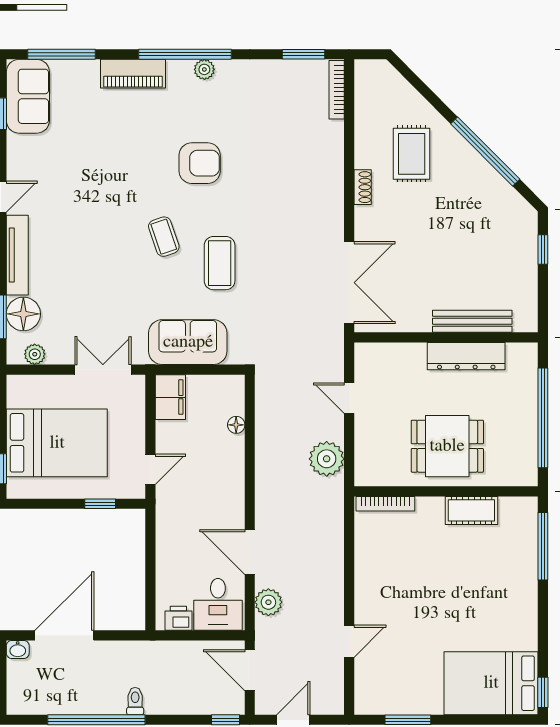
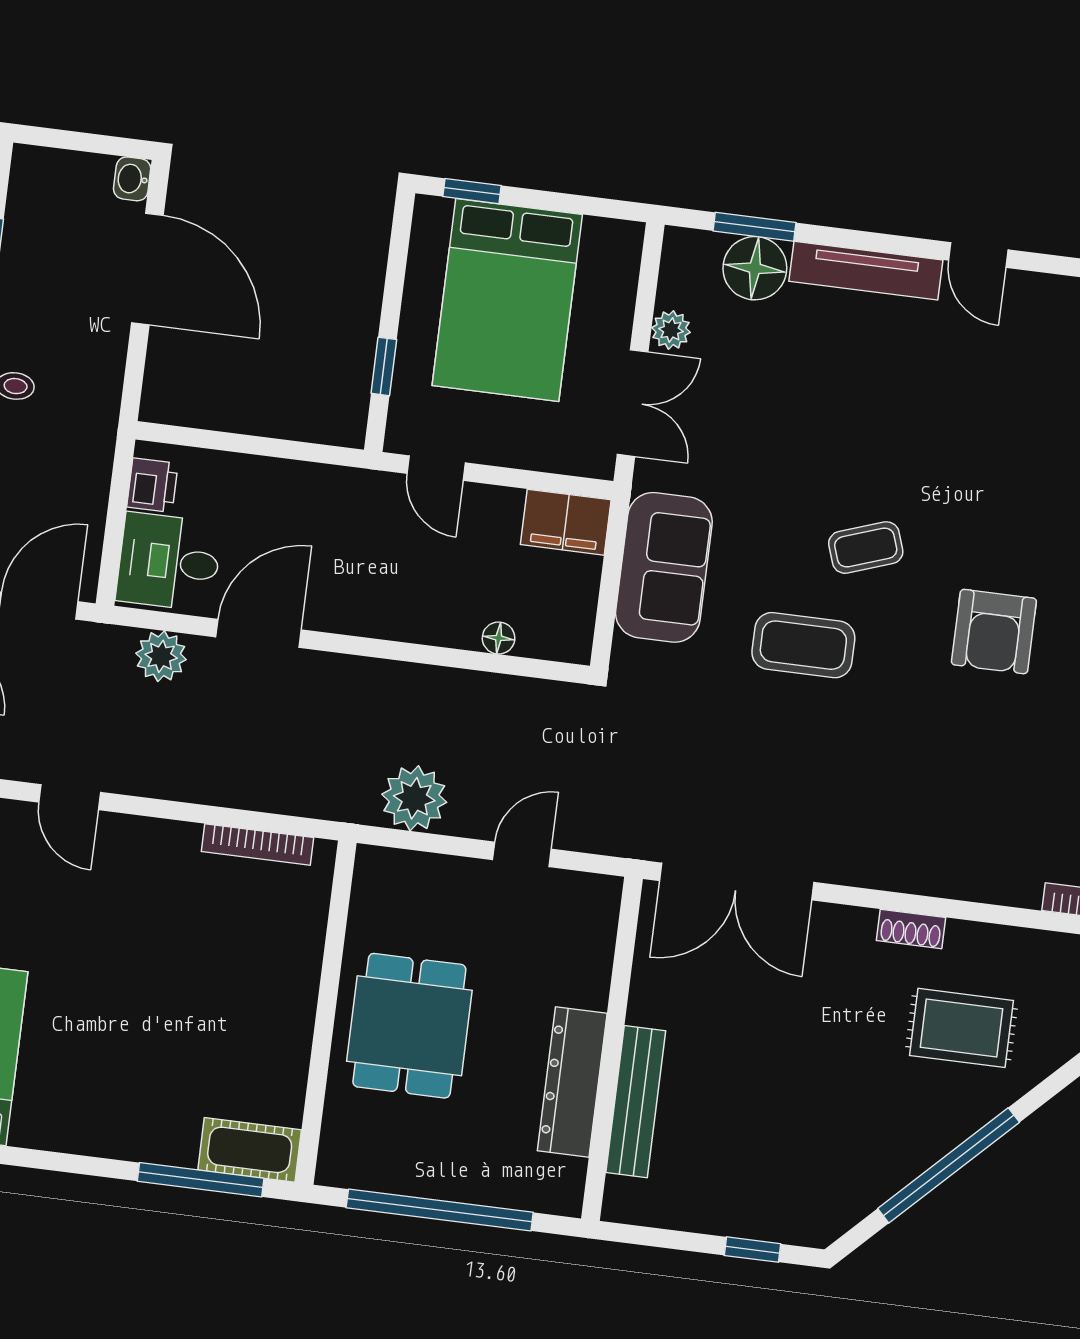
plant: (35, 354) -> (671, 330), moved
bookcase: (385, 504) -> (257, 844), moved, turned -90
cot: (471, 510) -> (250, 1150), moved, turned 90

